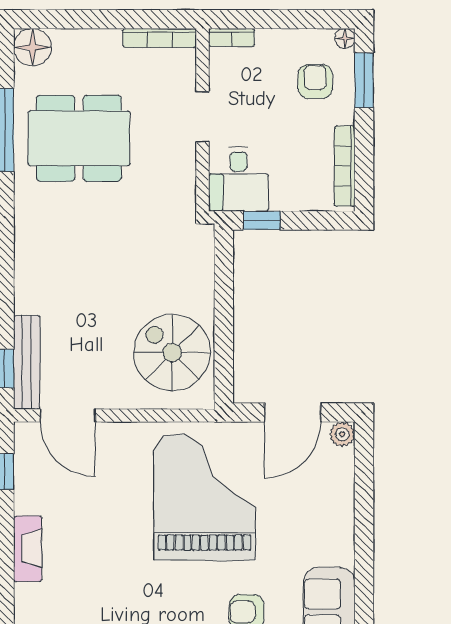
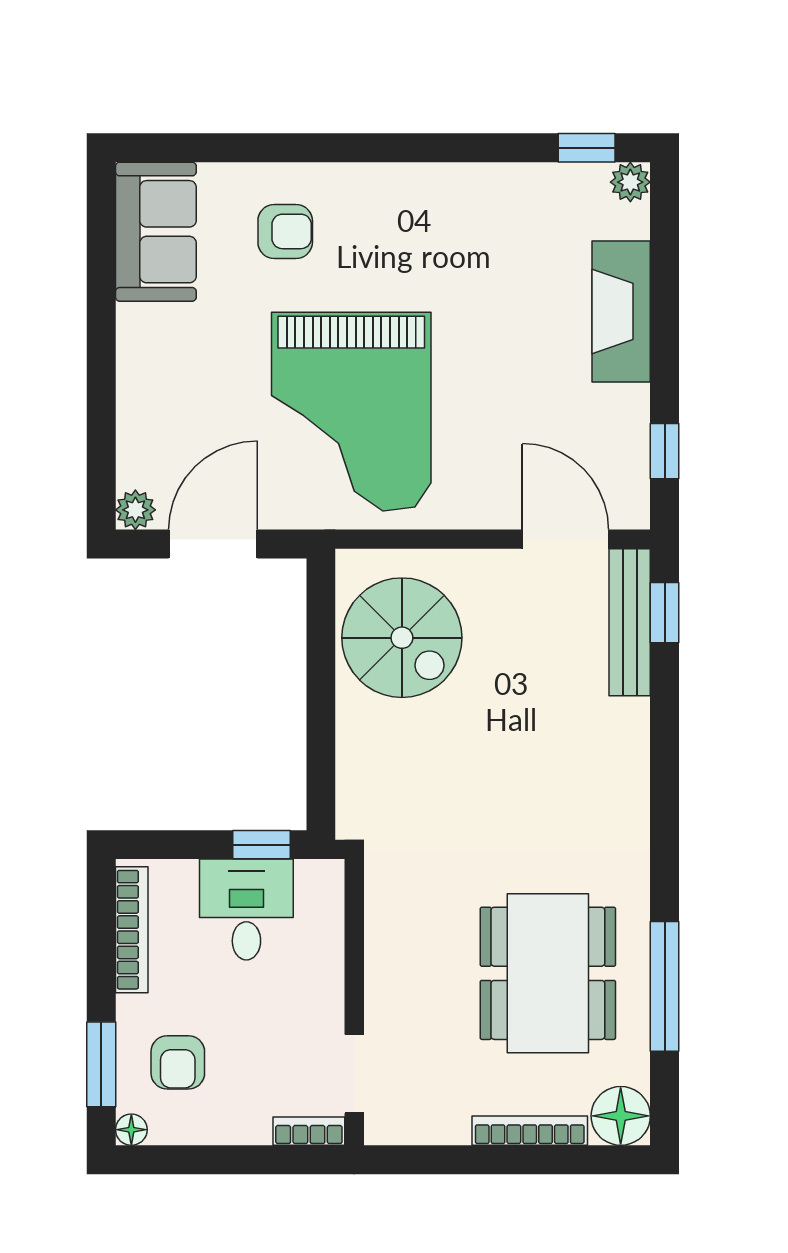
bookcase: (160, 38) -> (530, 1131), moved
doorway: (203, 117) -> (354, 1074), moved
dining table: (79, 138) -> (548, 973), turned 90
desk: (238, 179) -> (246, 909), moved
fireplace: (28, 549) -> (621, 311), width x1.37, depth x1.32

